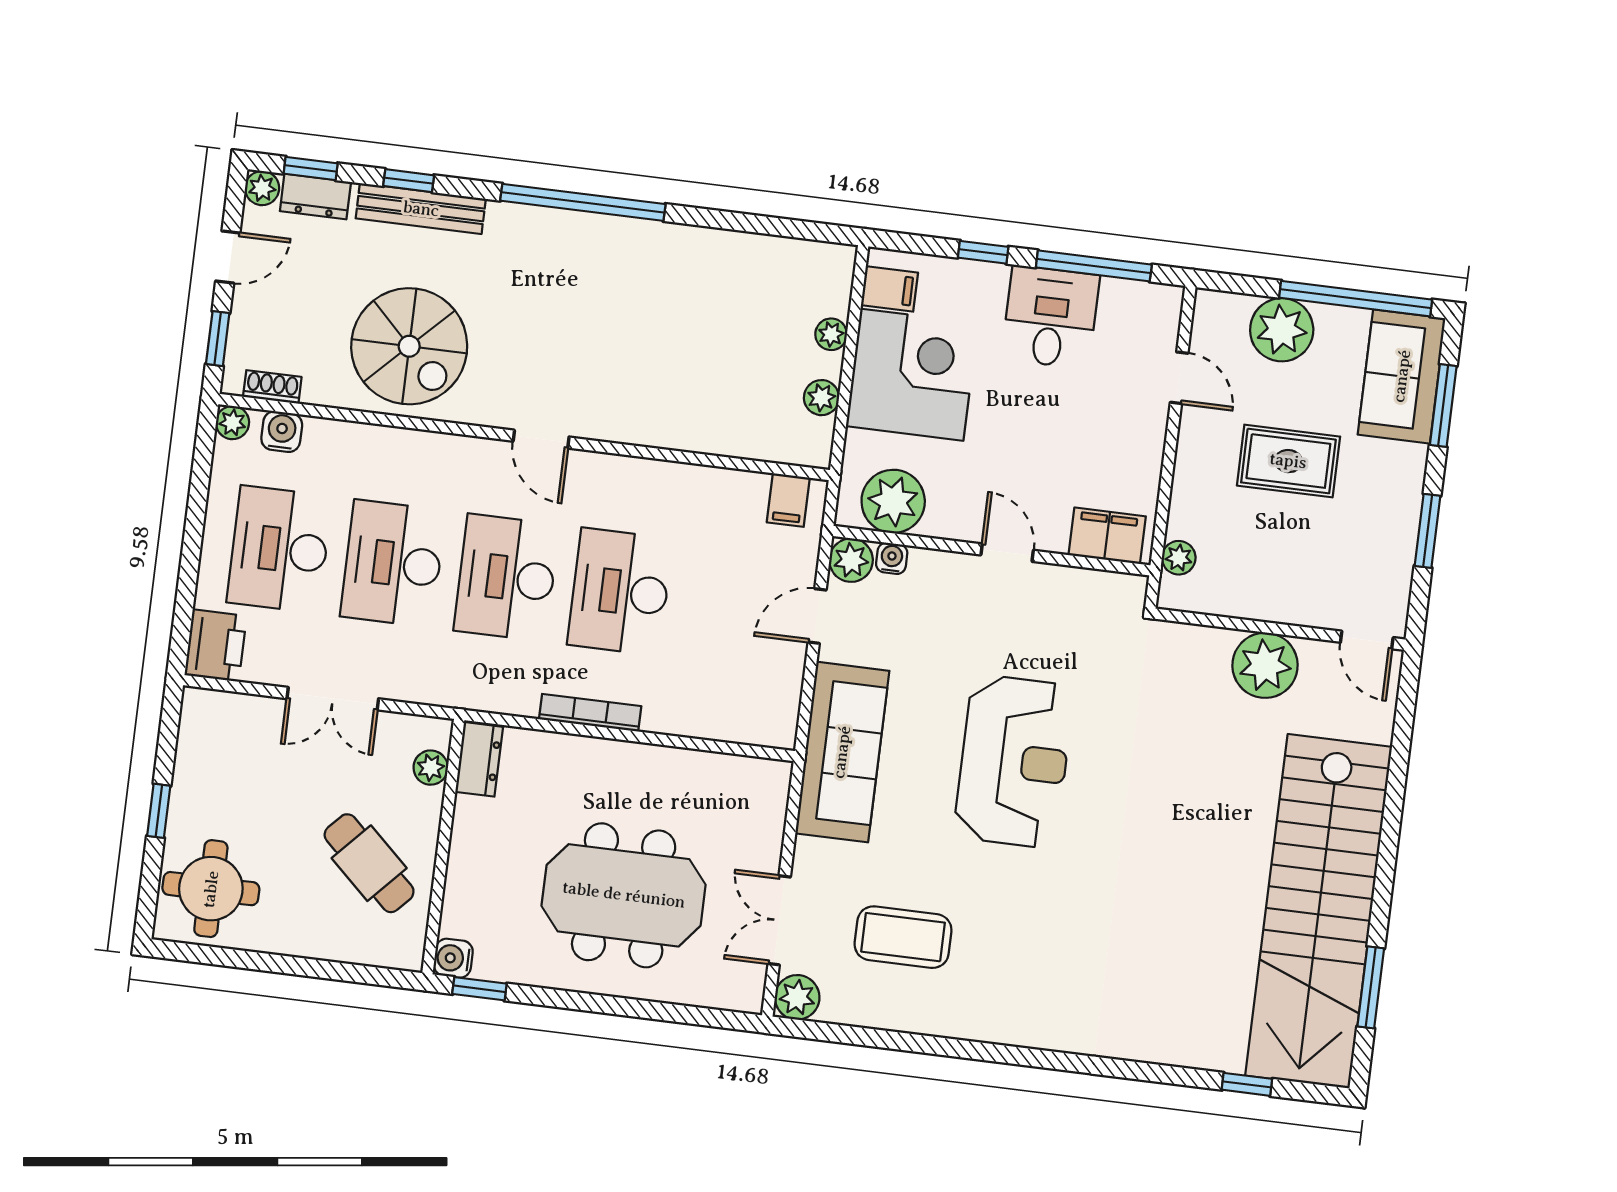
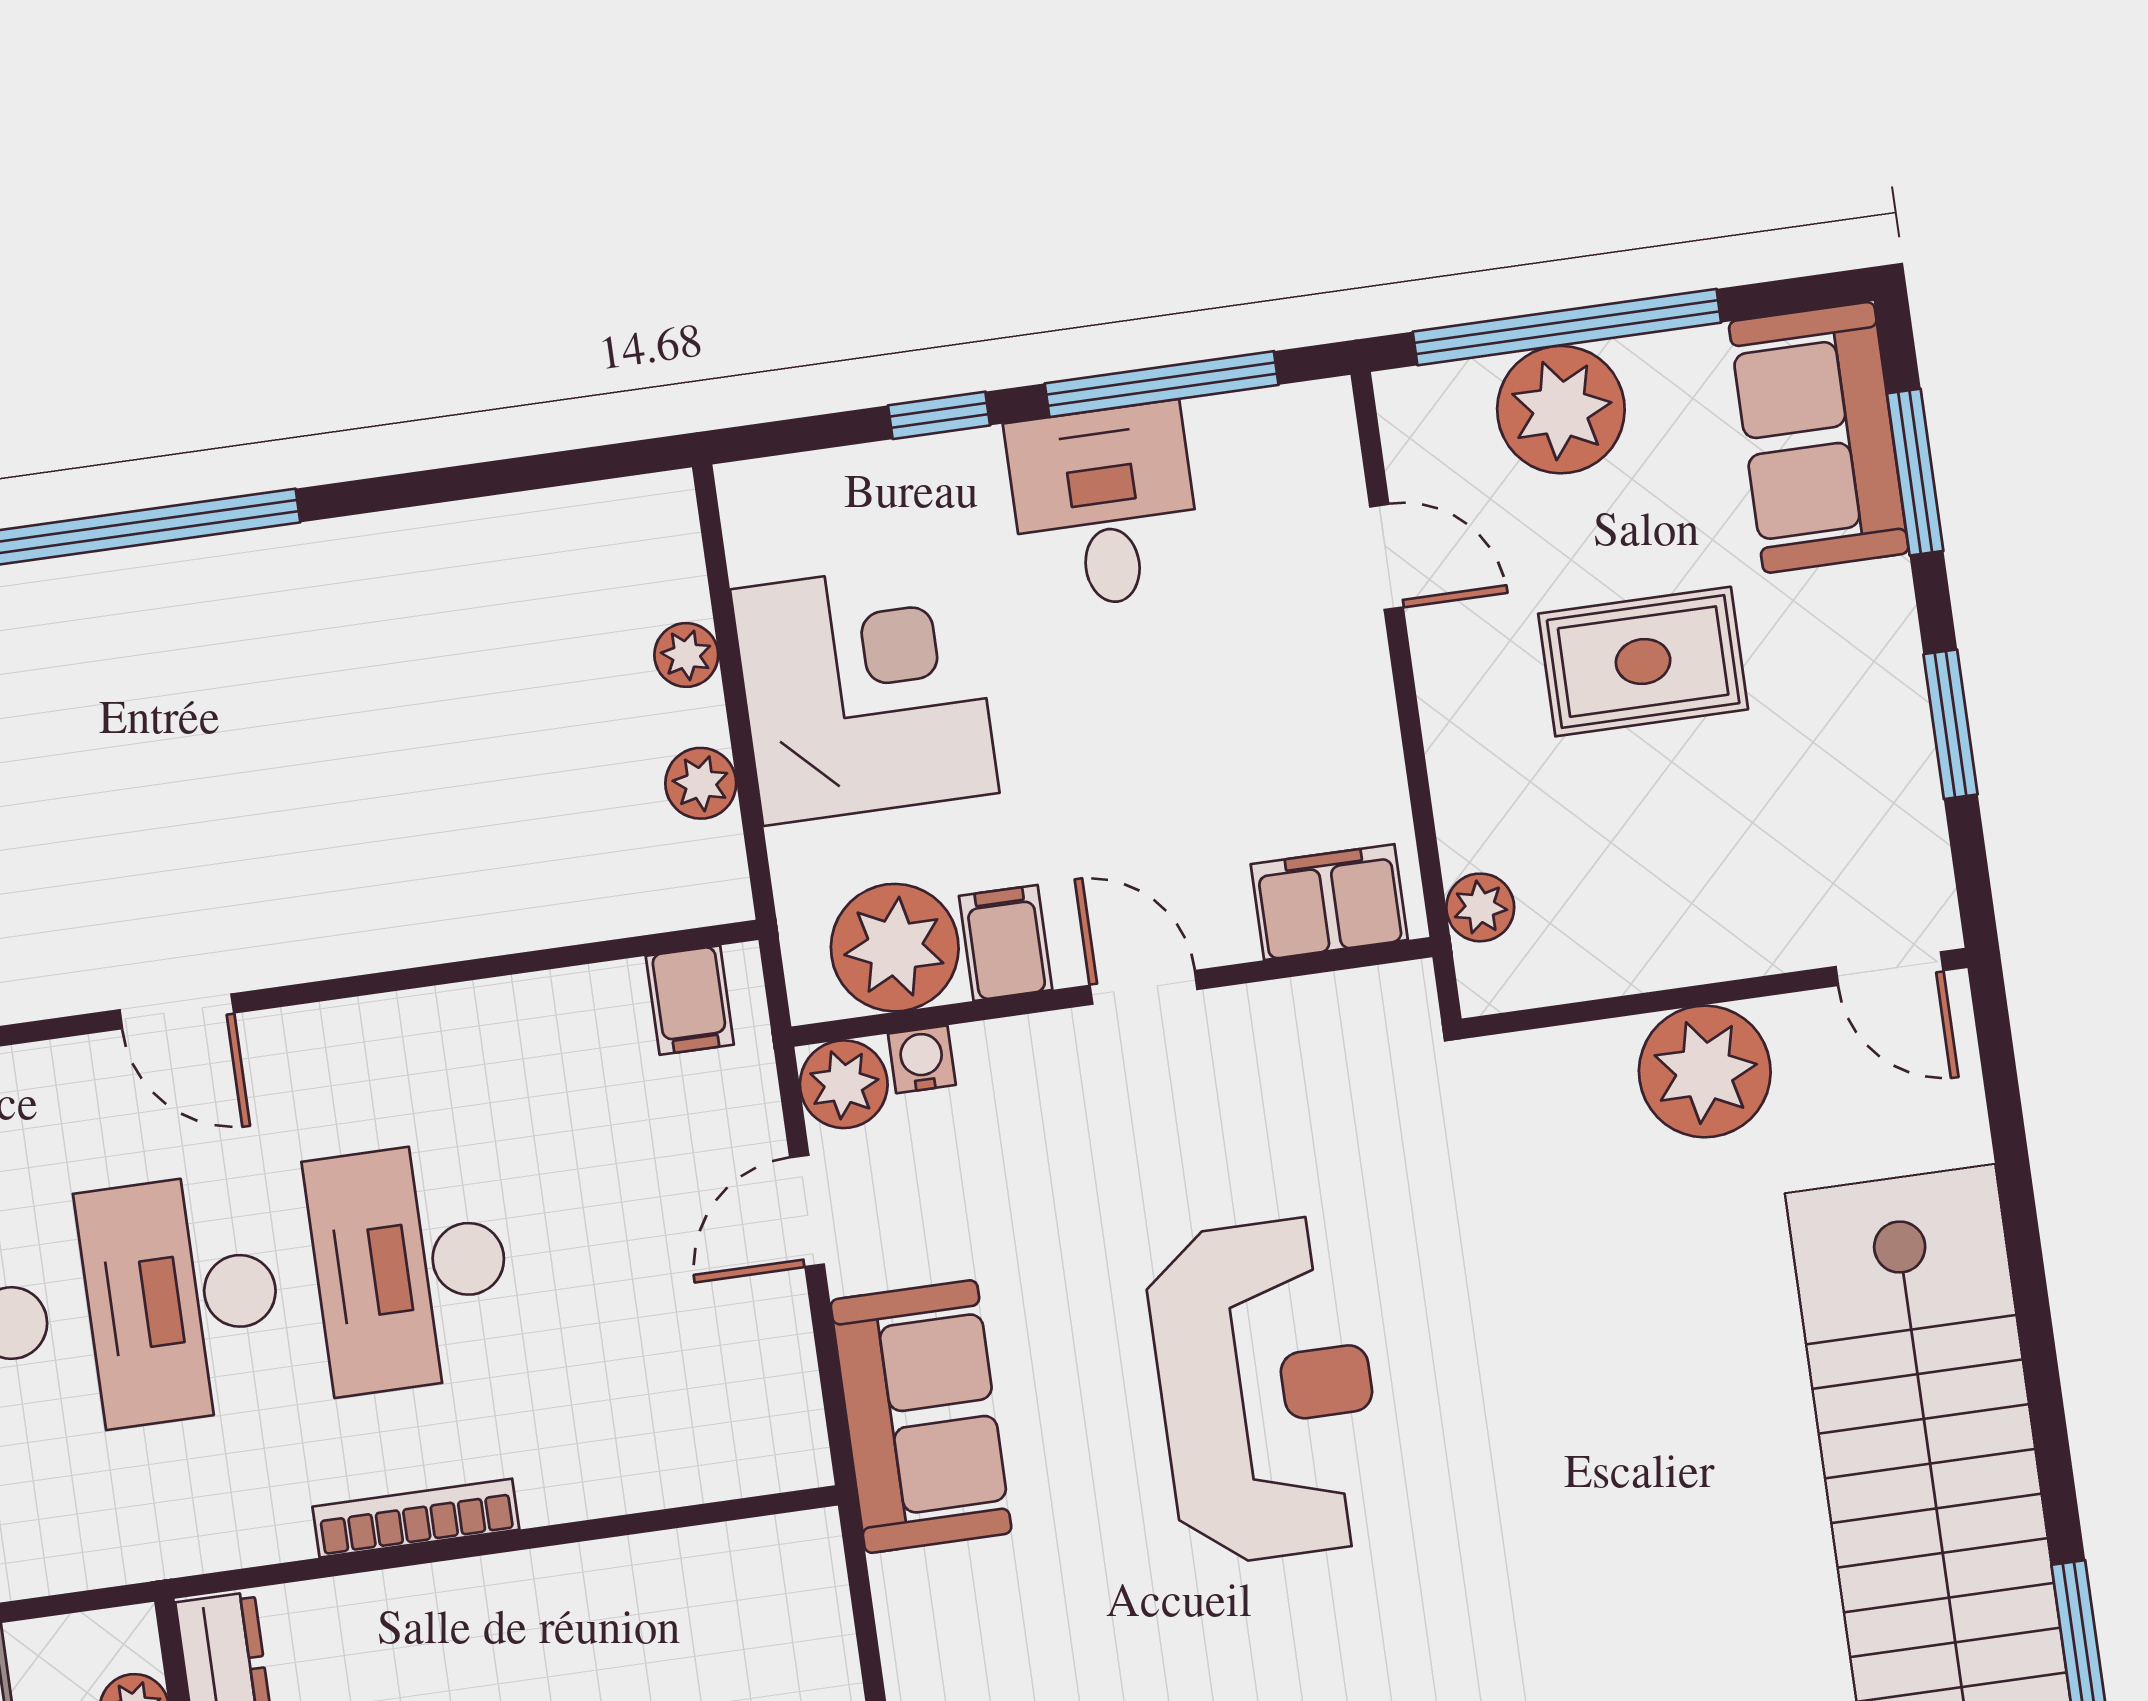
filing cabinet: (889, 289) -> (1006, 943), moved, turned -90
window: (1356, 299) -> (1567, 327), moved
sofa: (842, 752) -> (921, 1417), width x0.73

